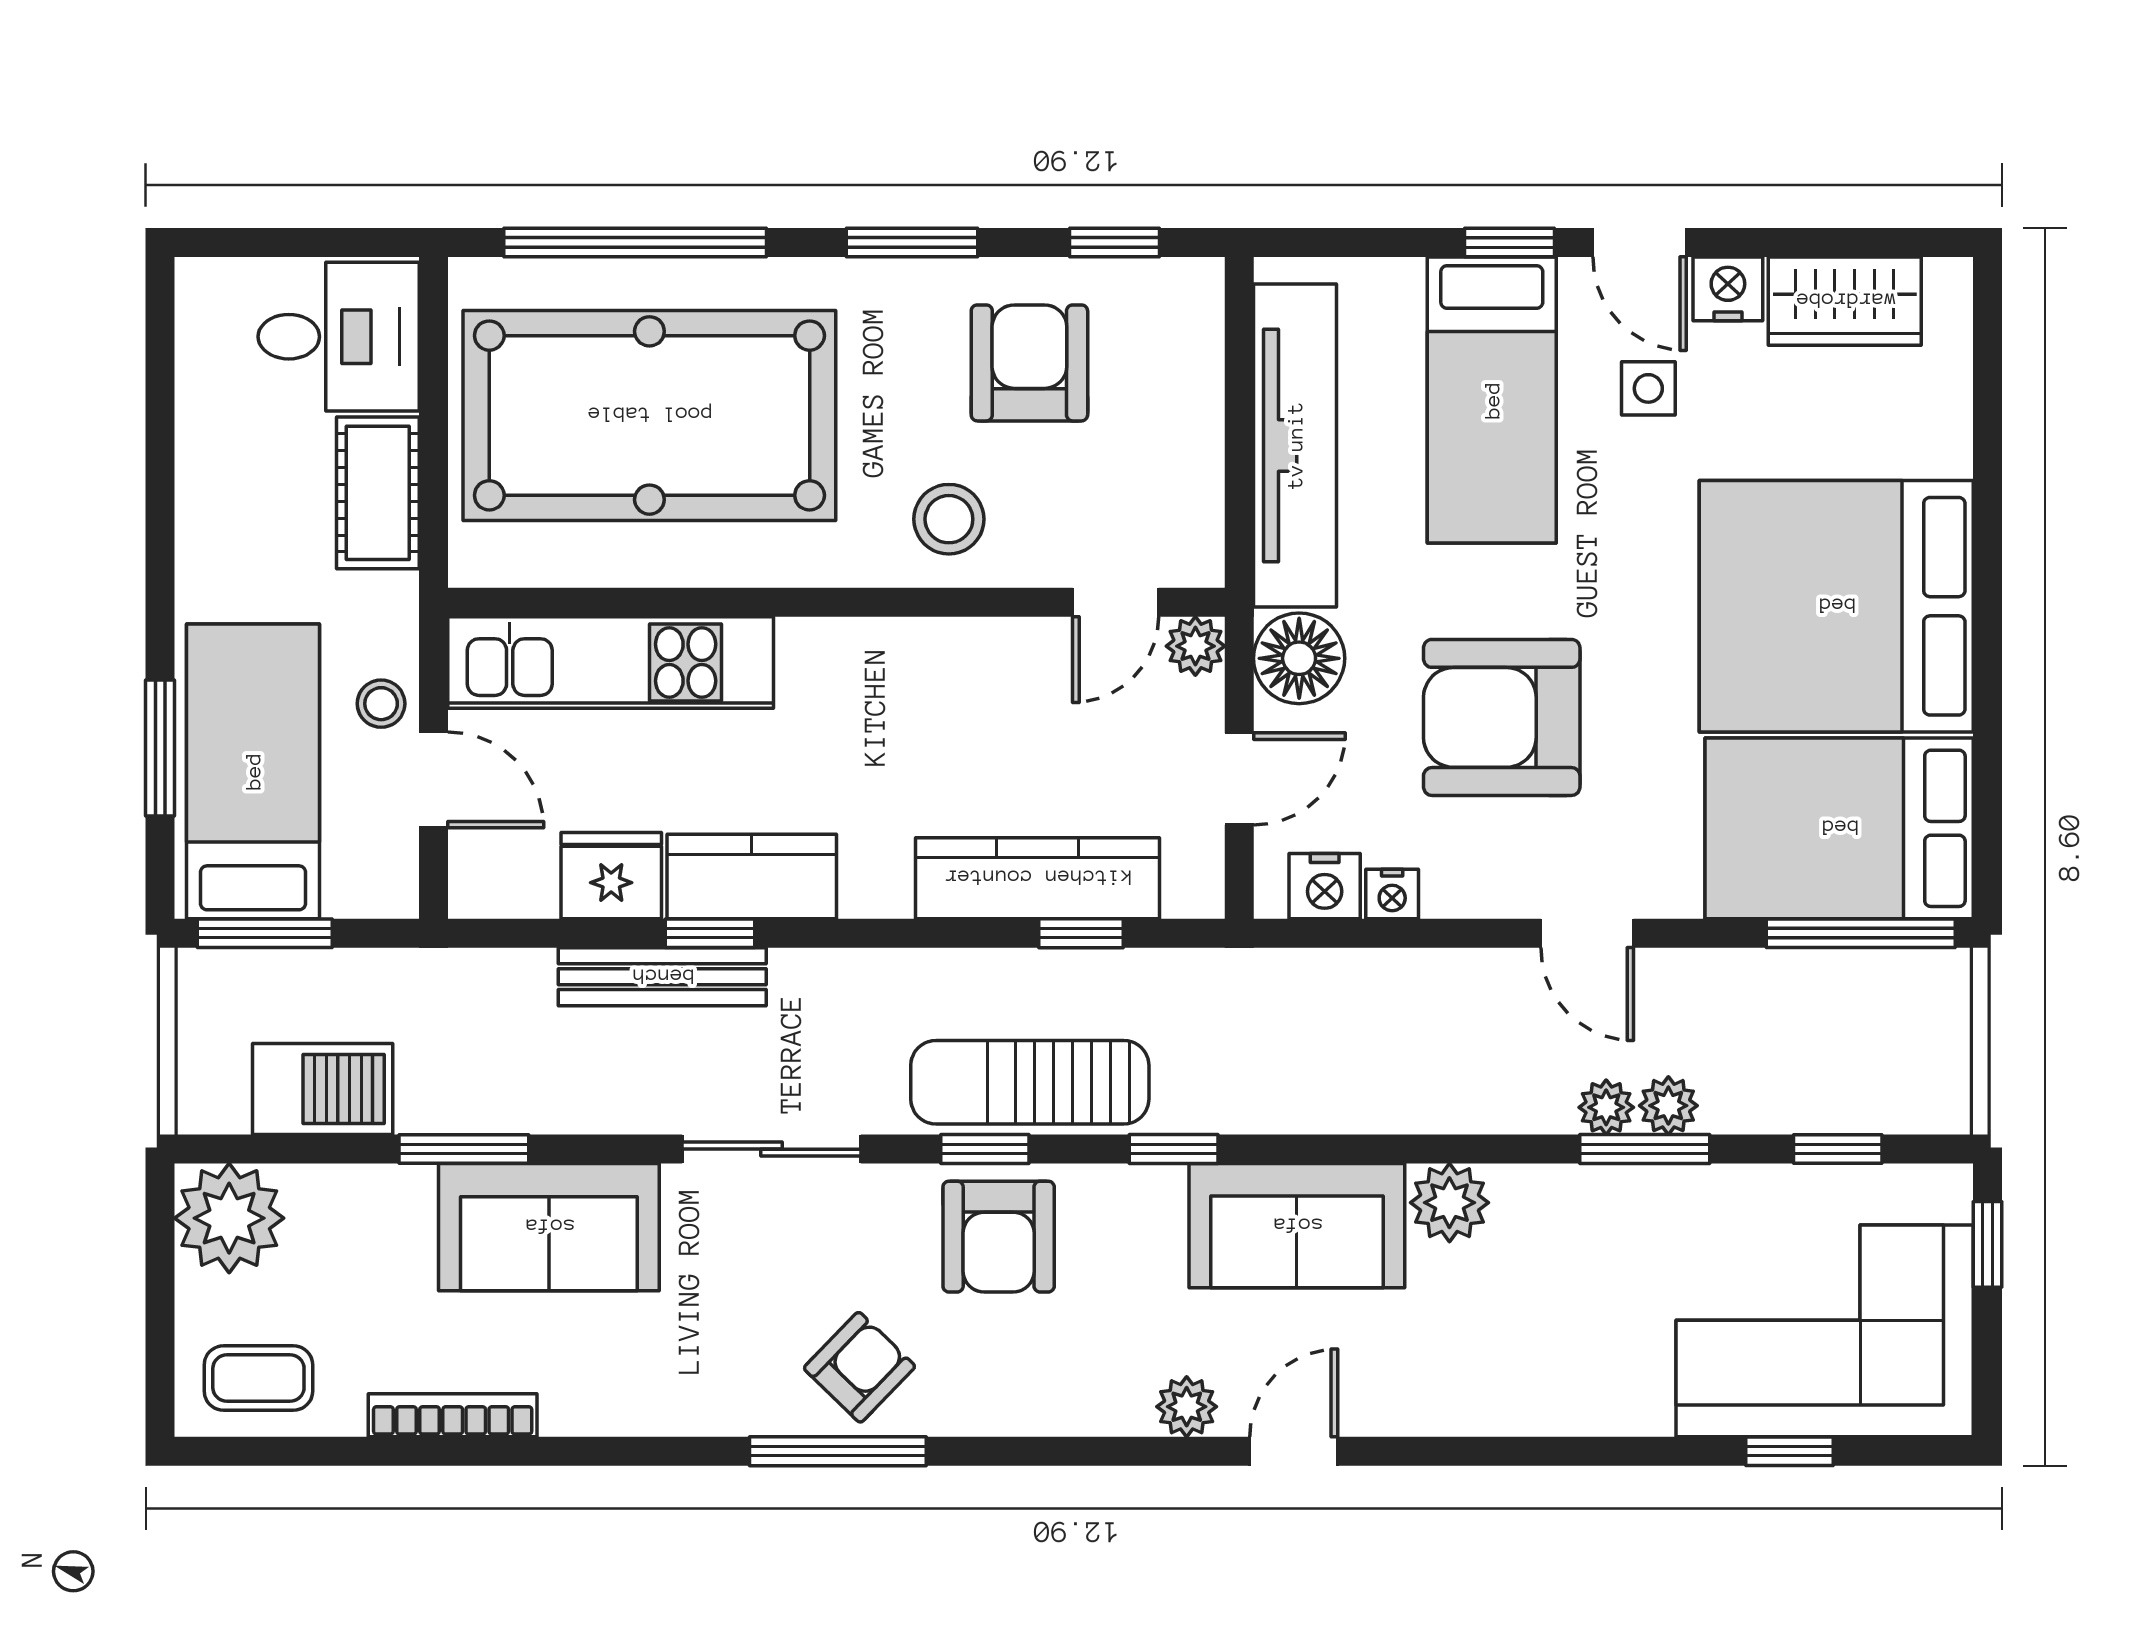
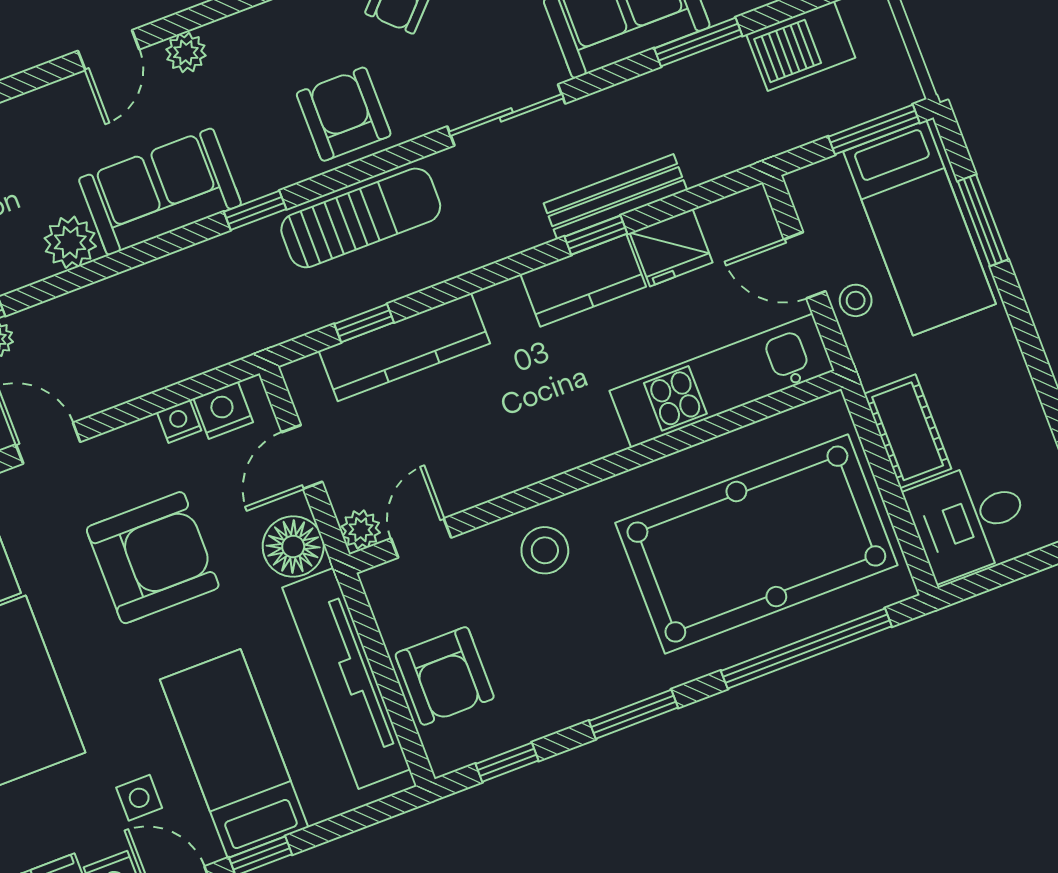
armchair: (1029, 363) -> (445, 676), moved
window: (985, 1149) -> (373, 166), removed

